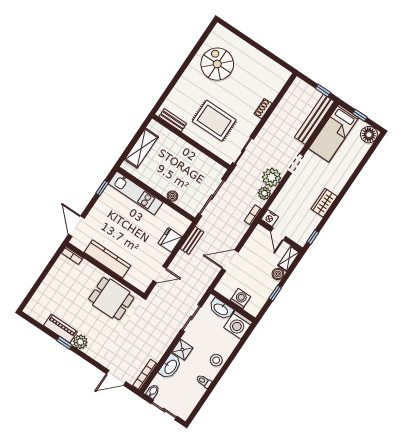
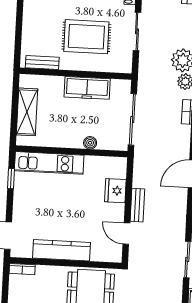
sliding door: (243, 151) -> (137, 31), moved
freezer: (193, 157) -> (87, 88), added
bench: (192, 240) -> (137, 205), moved
door: (160, 274) -> (126, 234), swing flipped

